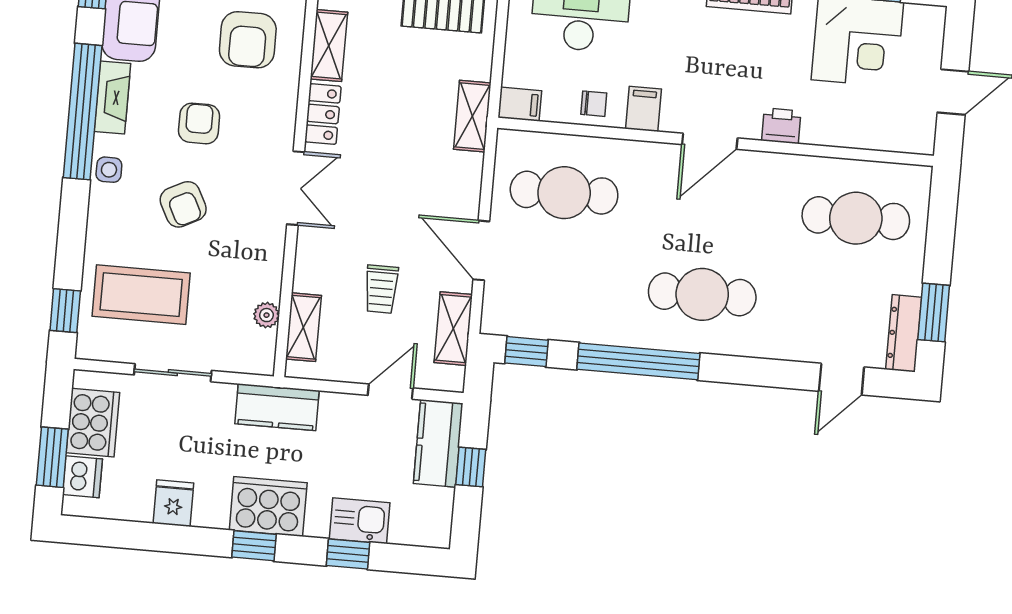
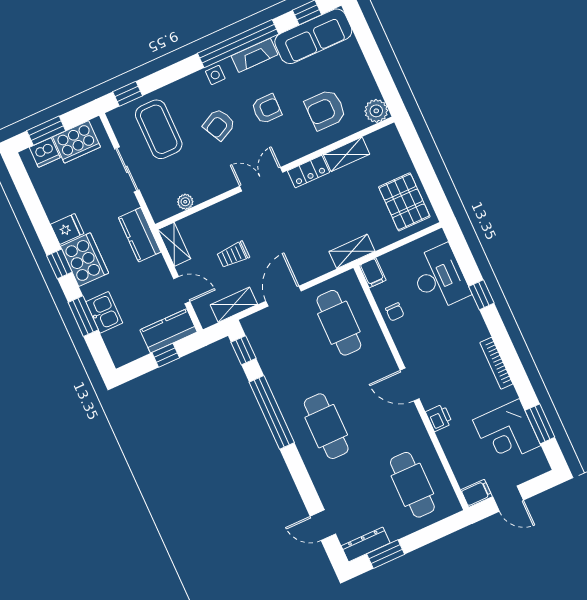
filing cabinet: (644, 109) -> (477, 493), moved
double door: (296, 188) -> (261, 179), swing flipped
shelving: (303, 327) -> (174, 244), moved, turned 90
fridge: (173, 503) -> (67, 229), moved
window: (348, 554) -> (83, 316), width x1.50

